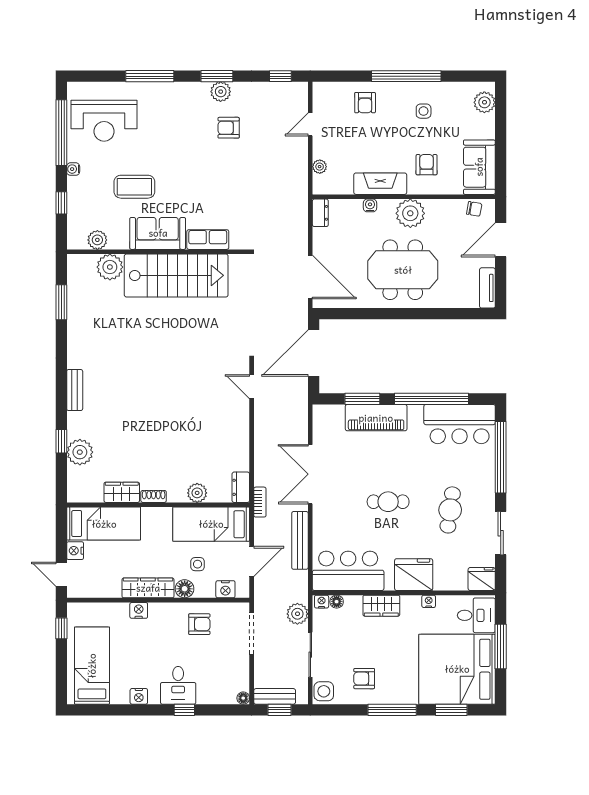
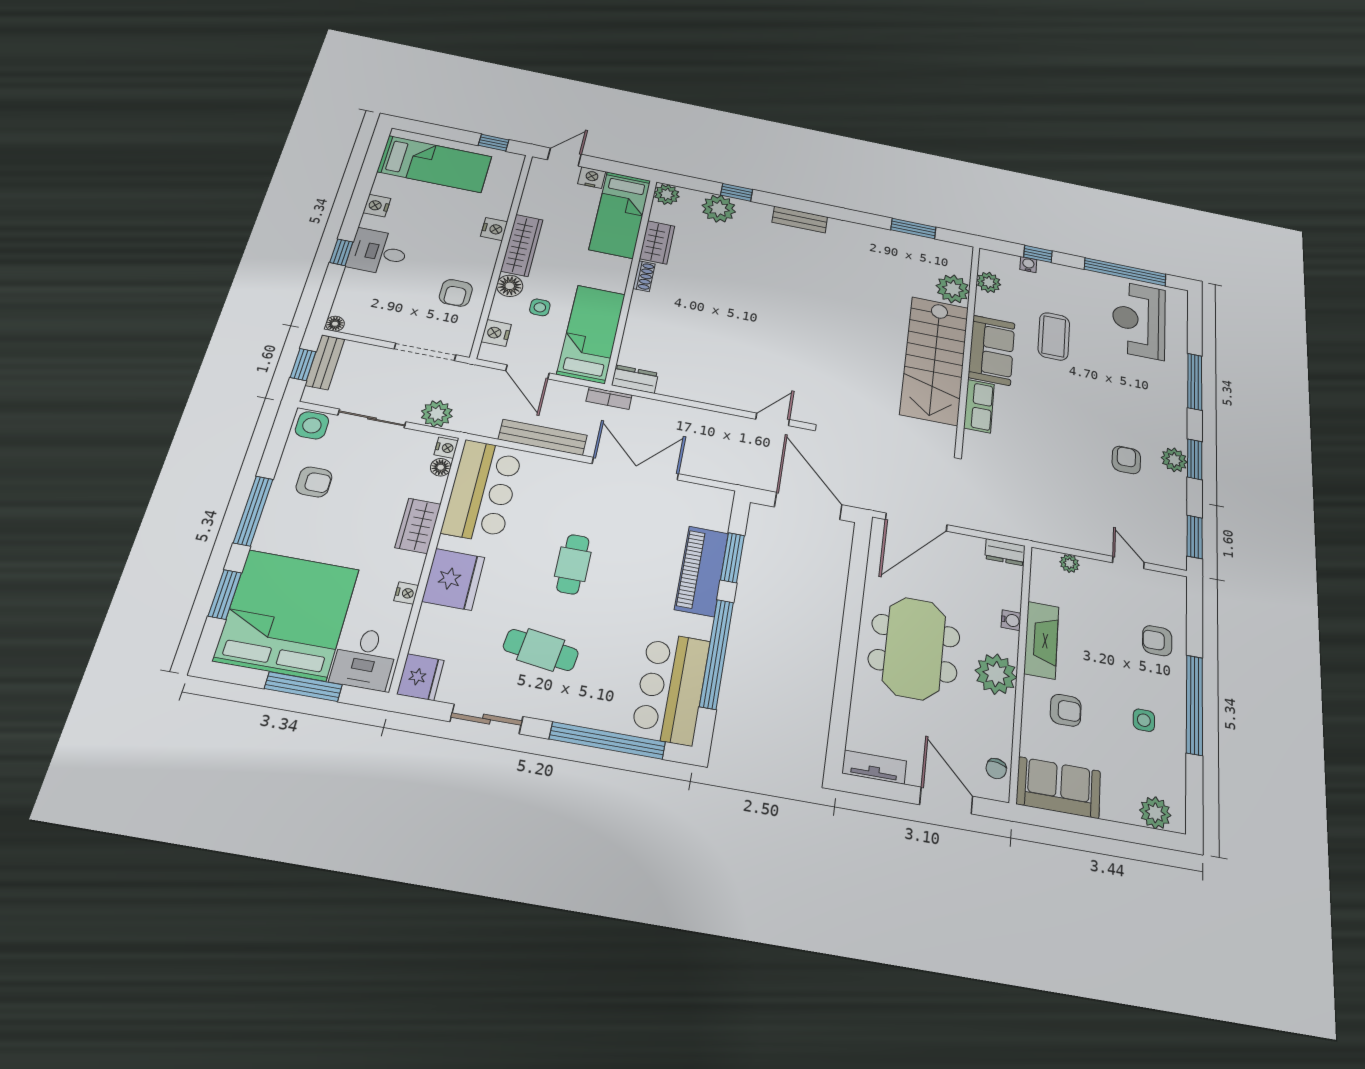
window: (280, 76) -> (1195, 537), width x1.50
water cooler: (73, 169) -> (1028, 265), moved
plant: (197, 493) -> (667, 194), moved
armchair: (364, 679) -> (314, 482), turned 90

